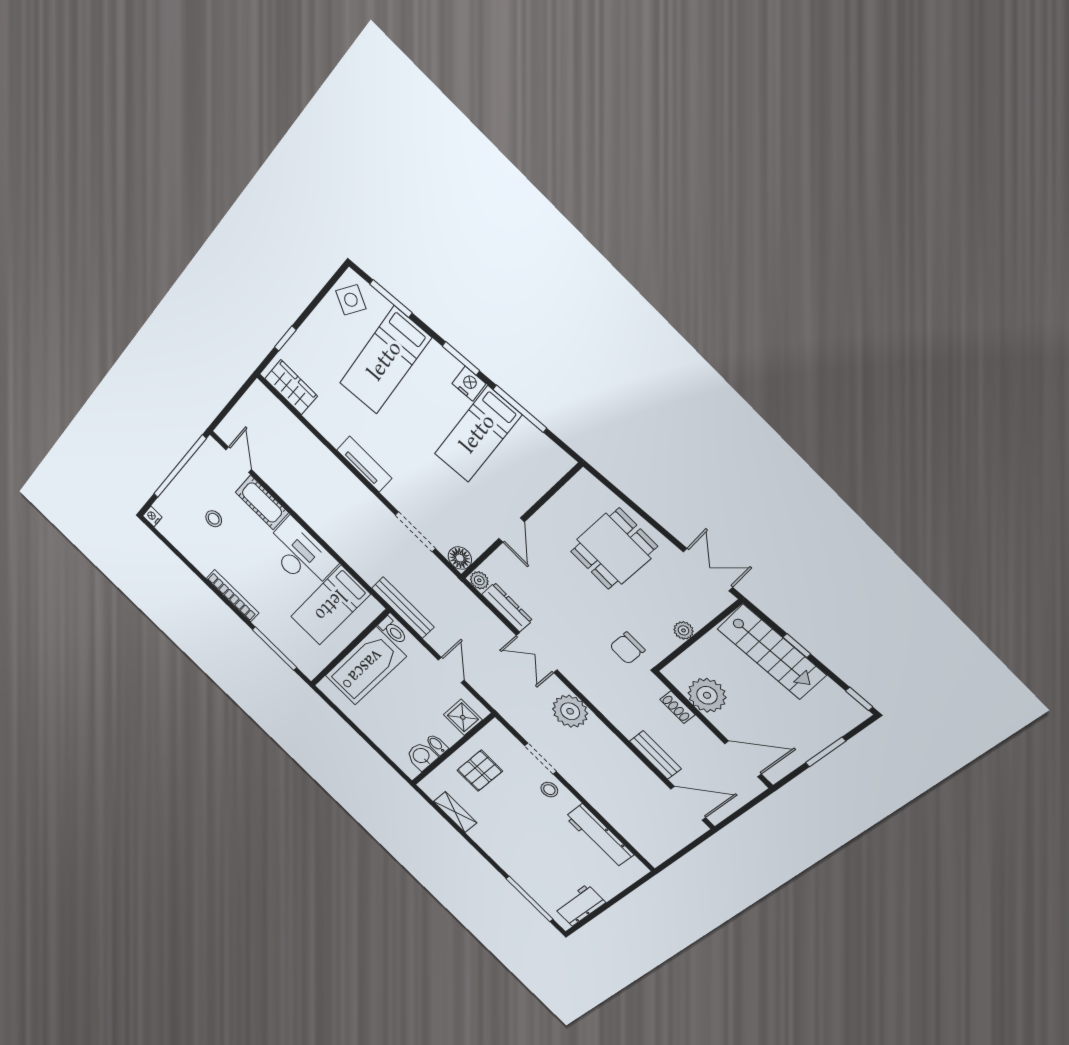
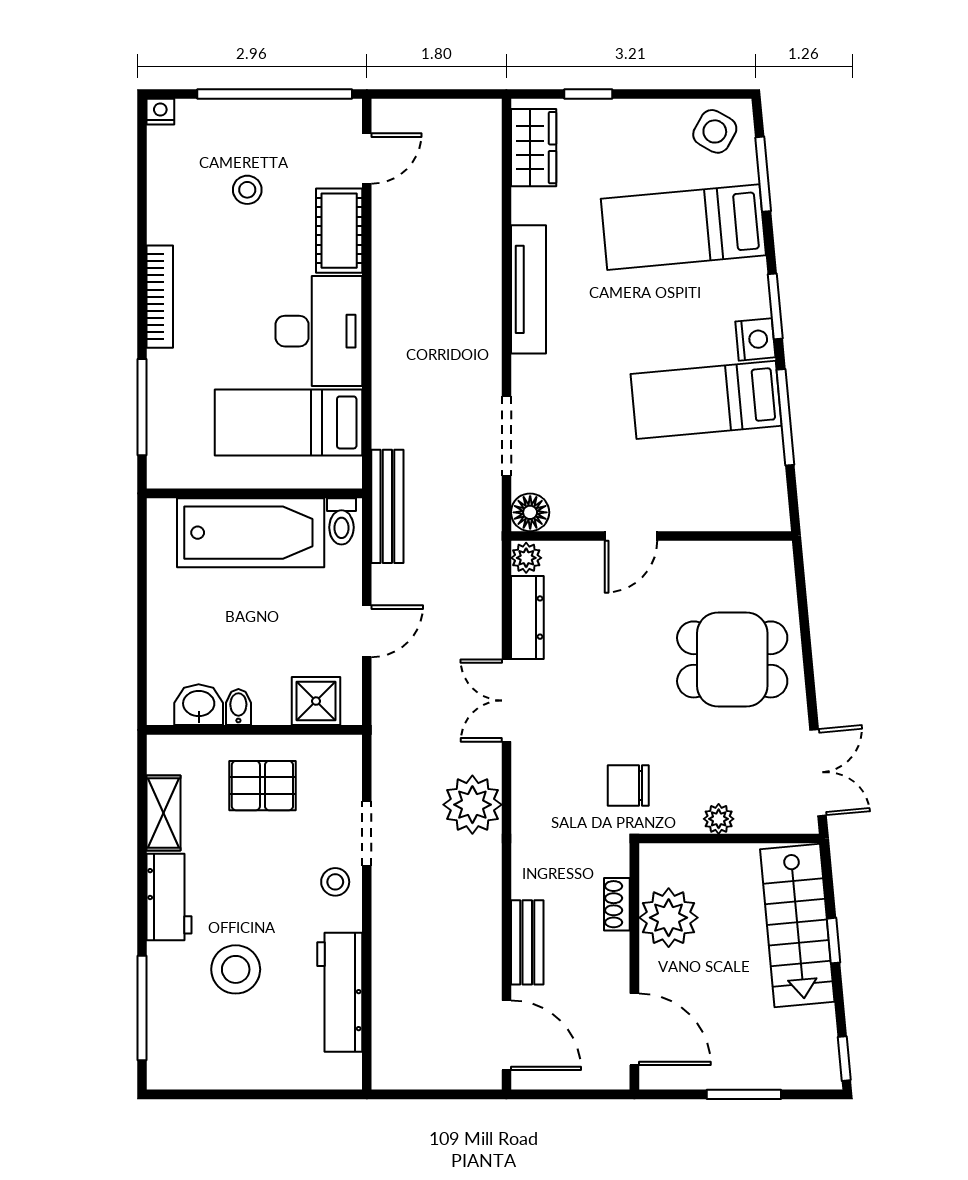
tv unit: (364, 464) -> (528, 289), width x1.41
stool: (549, 857) -> (236, 969), added
workbench: (580, 905) -> (169, 897), moved, turned 90

